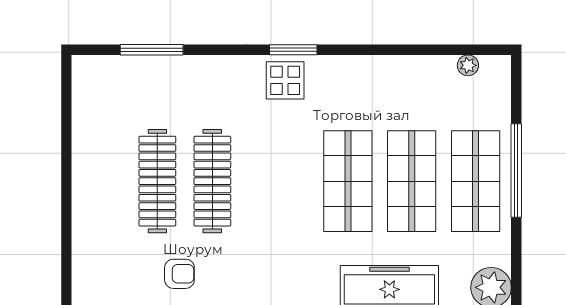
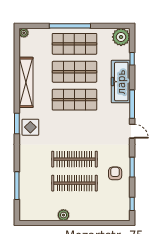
plant: (468, 65) -> (24, 33), moved
shelving: (387, 71) -> (26, 82), added
plant: (85, 156) -> (63, 215), added

